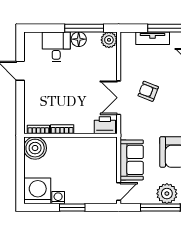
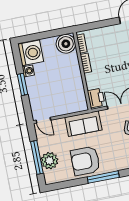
sofa: (132, 160) -> (83, 124), moved

